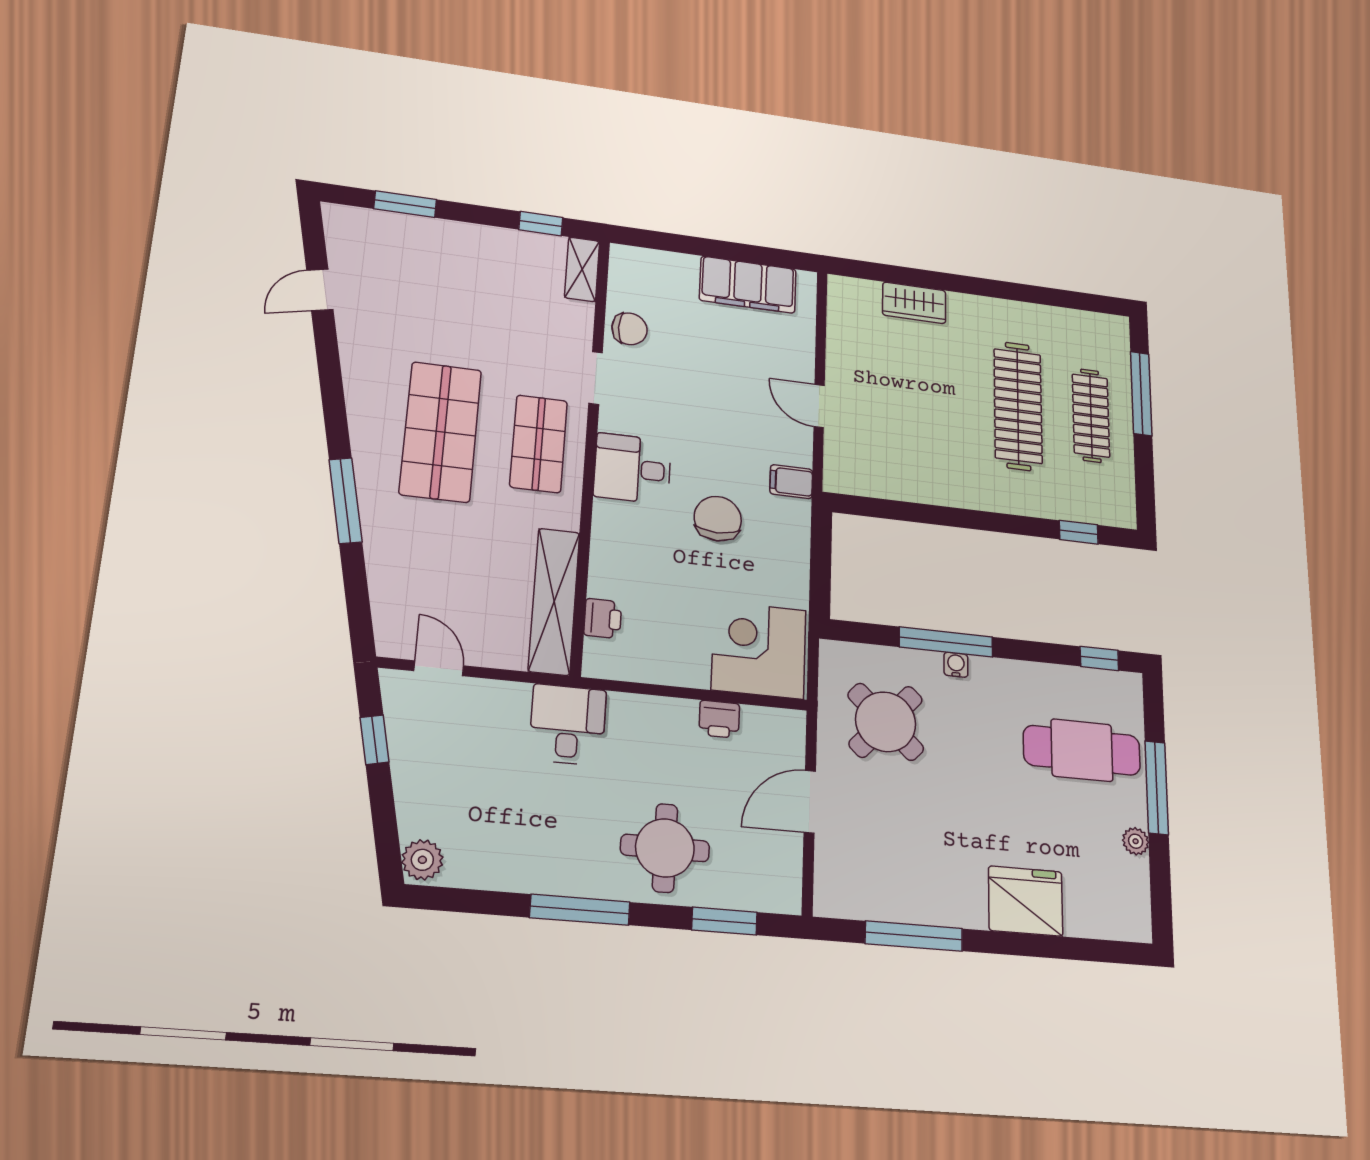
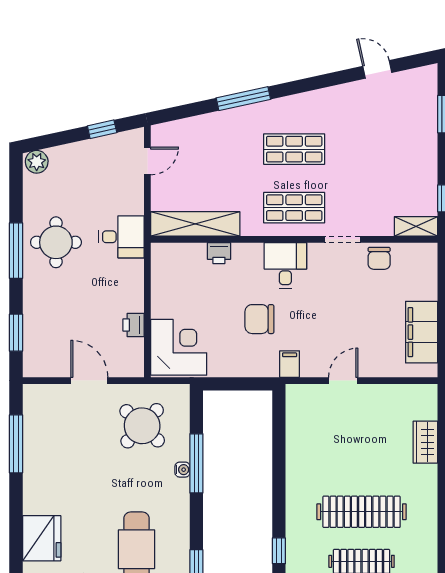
shop shelf: (441, 432) -> (294, 149), width x0.70, depth x0.74
chair: (718, 519) -> (259, 319), turned 180
printer: (603, 619) -> (219, 253), moved
round table: (665, 848) -> (56, 242), moved
fridge: (1026, 901) -> (42, 538), moved

